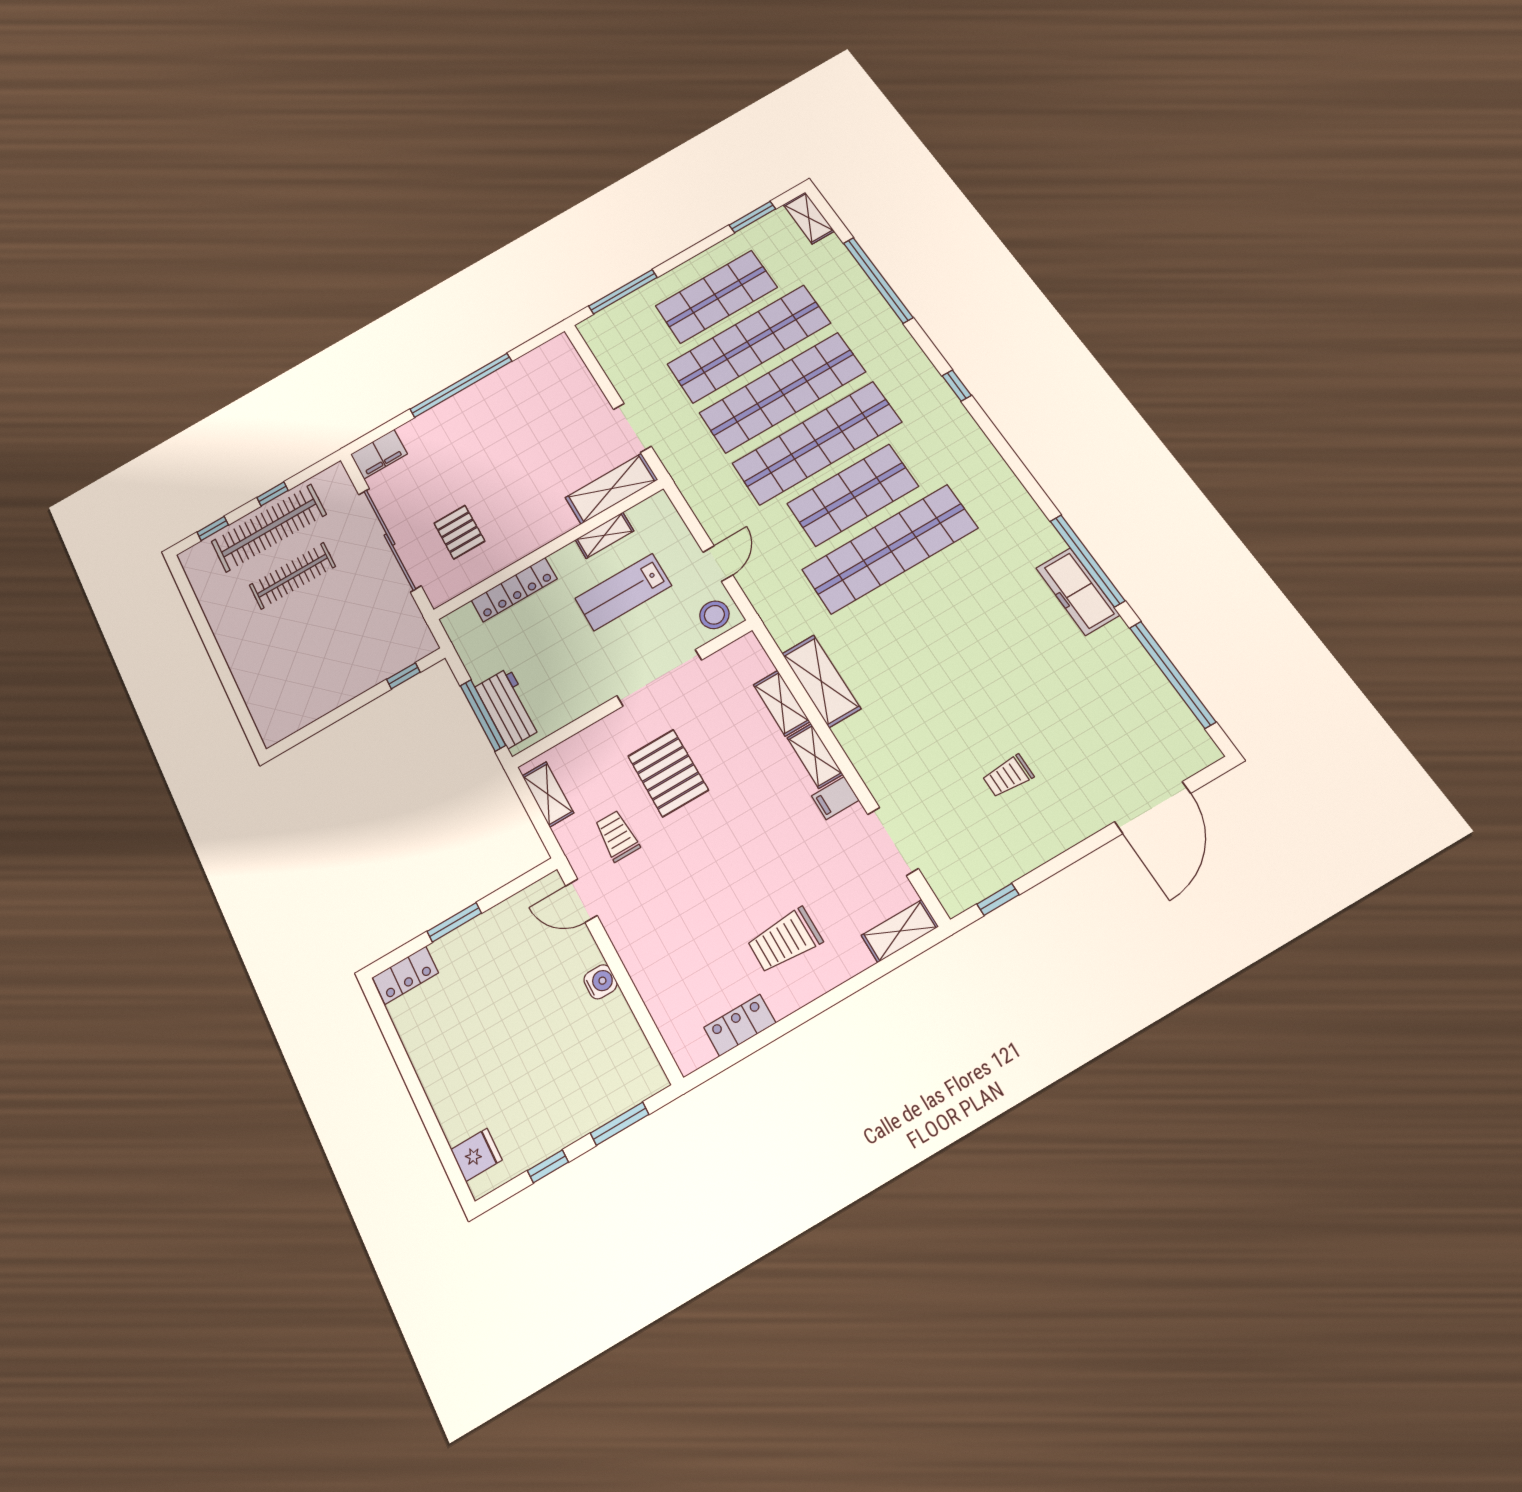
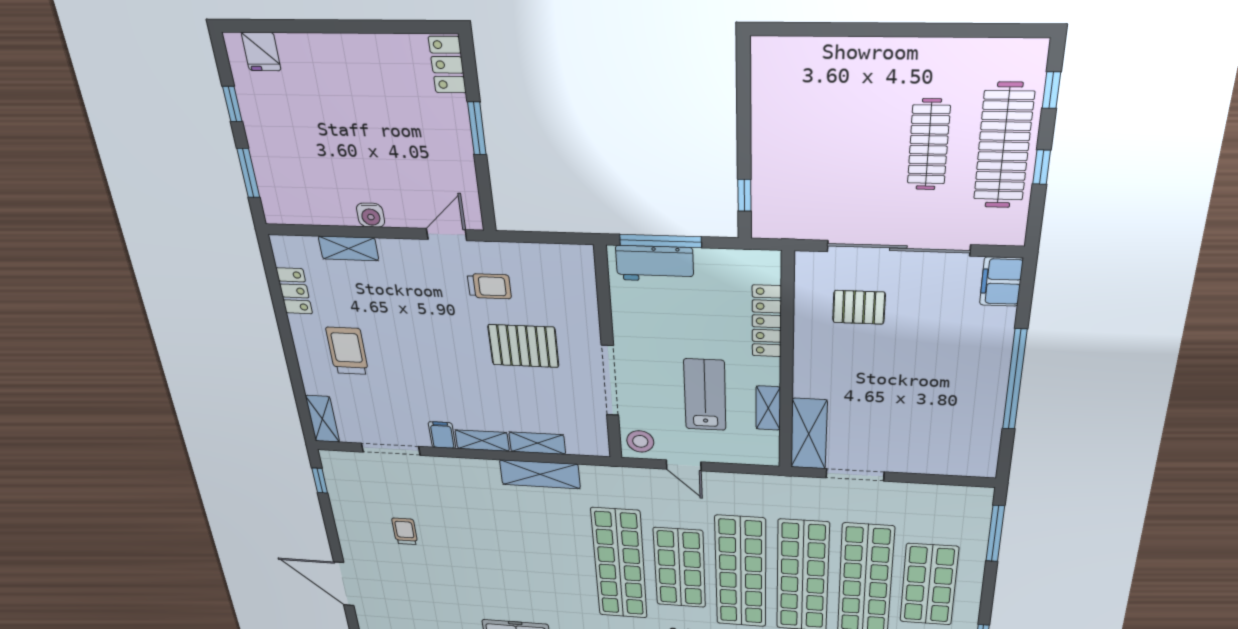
shelving: (548, 794) -> (349, 248), moved

